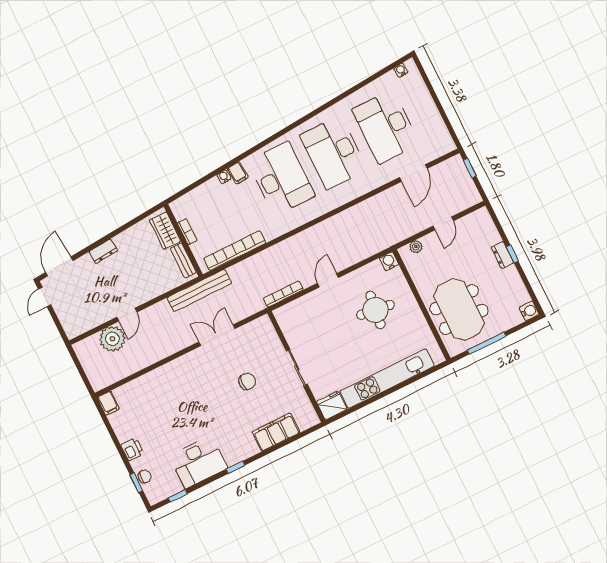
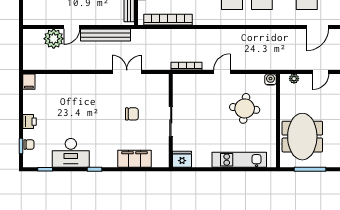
bench: (199, 290) -> (106, 35), moved
kitchen unit: (387, 379) -> (239, 160), width x0.73

